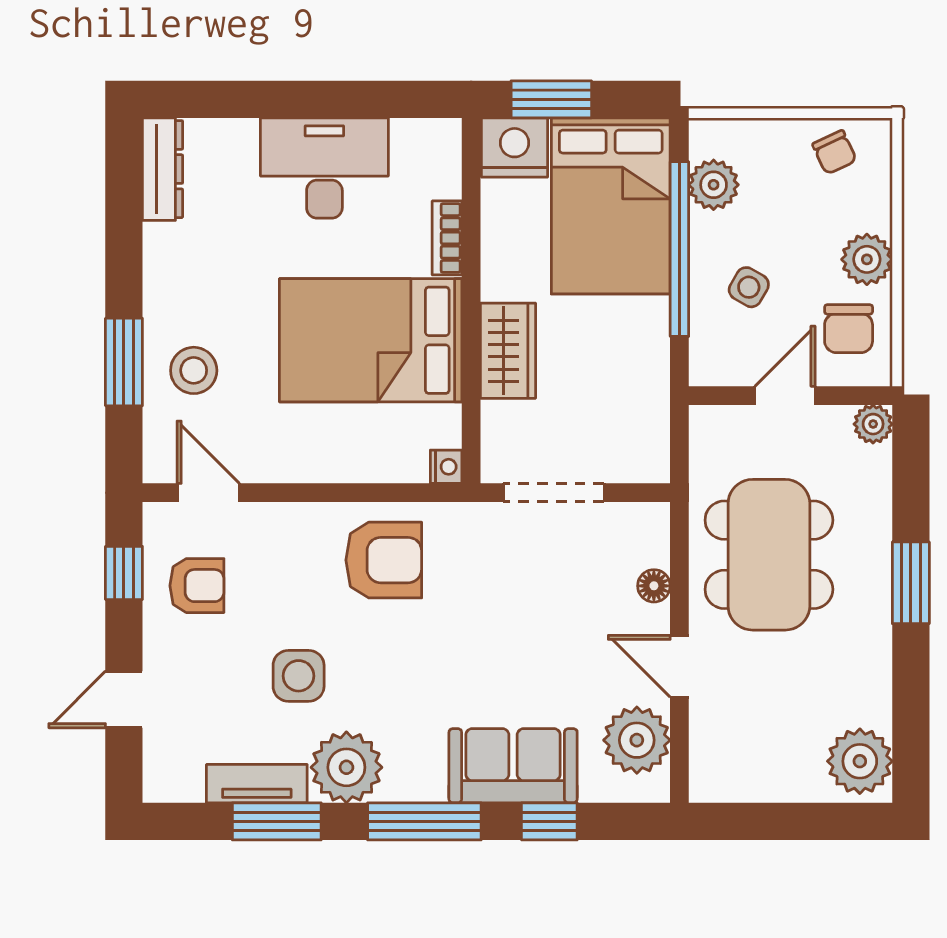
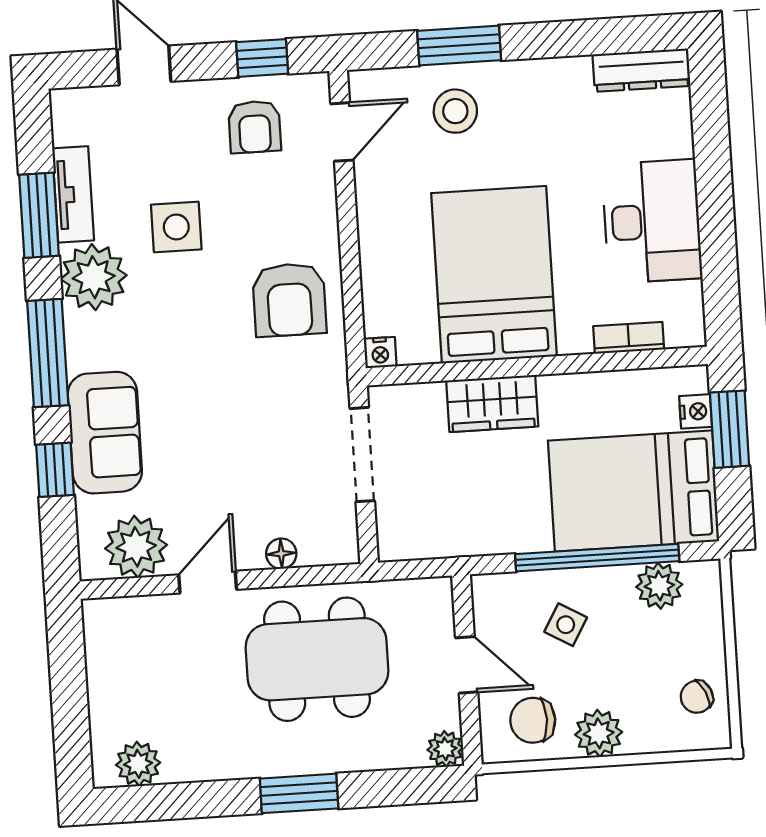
nightstand: (515, 147) -> (696, 411), width x0.53, depth x0.56
bookcase: (447, 238) -> (629, 338), moved
plant: (860, 761) -> (138, 764), width x0.73, depth x0.73

